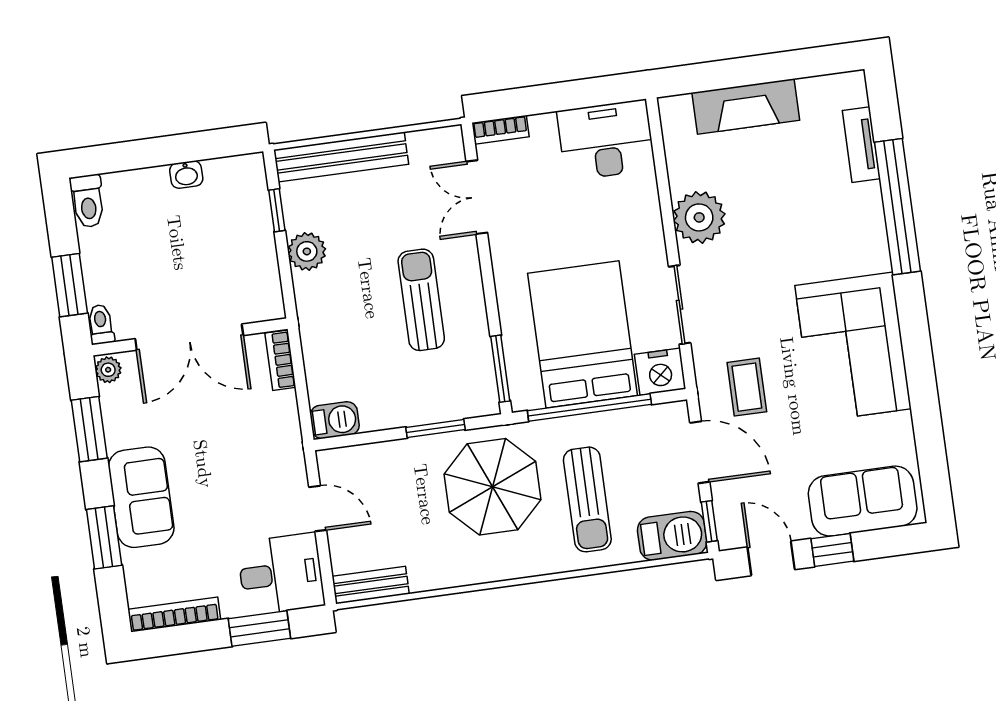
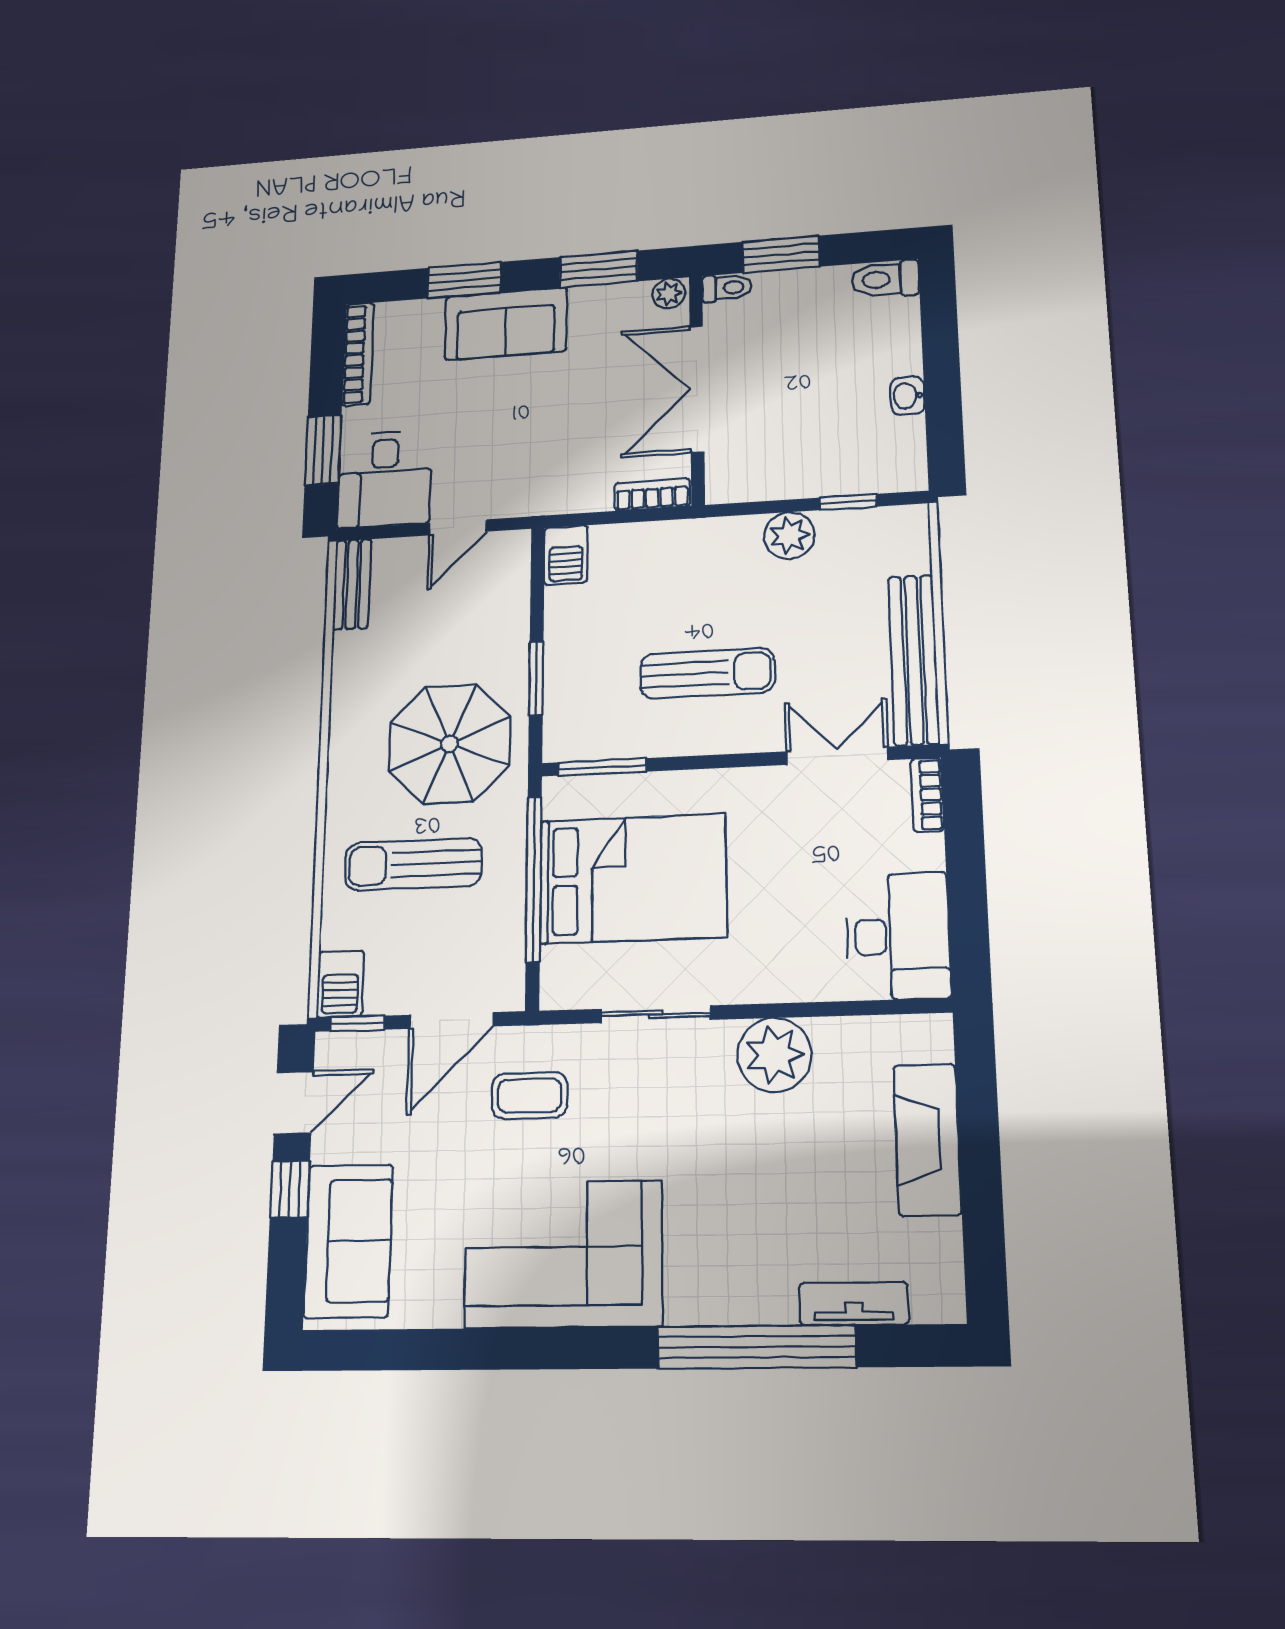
bench: (341, 157) -> (914, 660), moved
nightstand: (660, 372) -> (568, 978), removed
barbecue: (672, 536) -> (340, 984), width x0.73, depth x0.79

